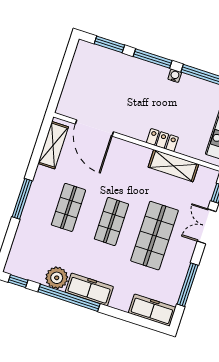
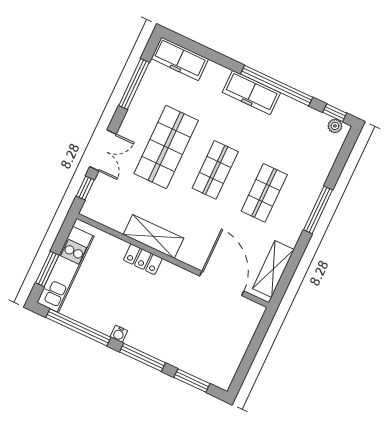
shelving: (173, 166) -> (153, 236), moved
plant: (57, 278) -> (335, 126), moved, width x0.53, depth x0.53

